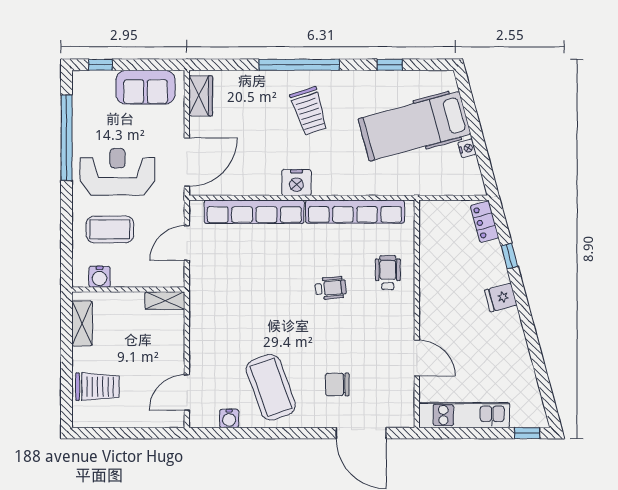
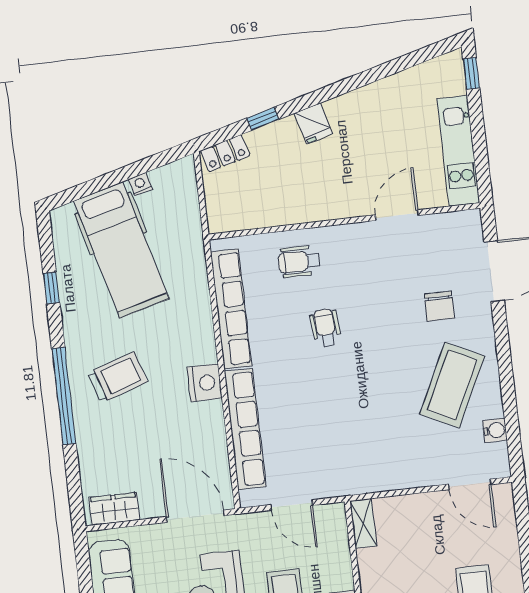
coffee table: (271, 387) -> (452, 385), turned -44

